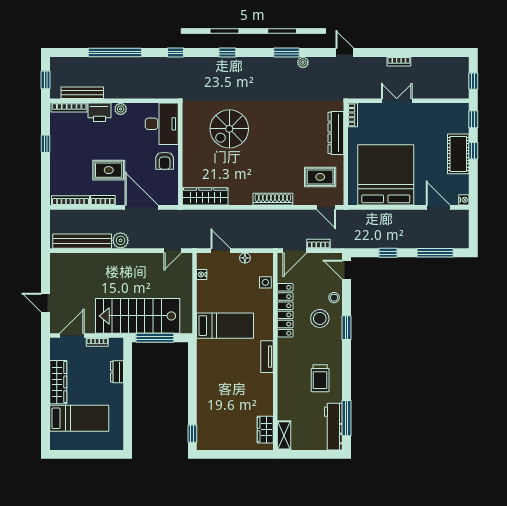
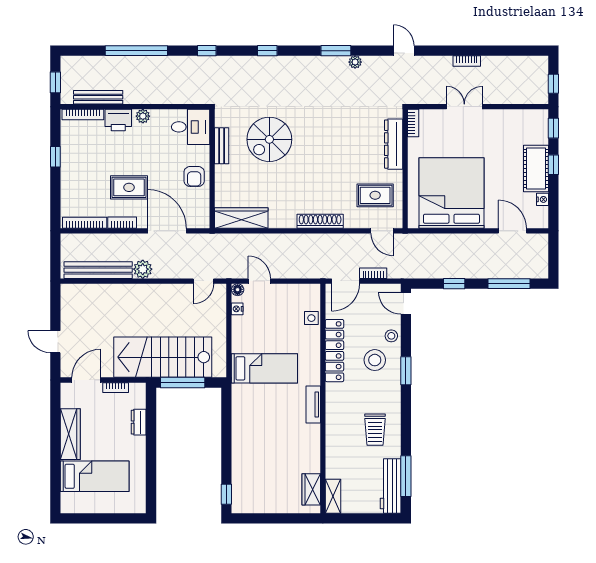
desk: (162, 124) -> (191, 127), width x0.73
bench: (188, 134) -> (222, 146), added
nightstand: (464, 200) -> (542, 199), moved
floor lamp: (245, 258) -> (238, 290), moved

